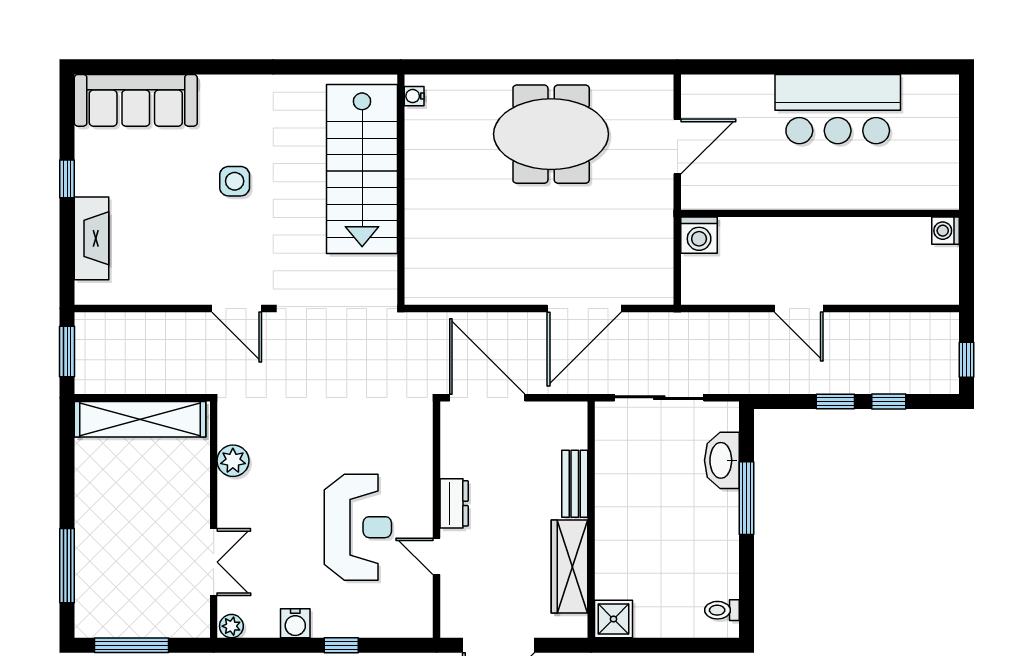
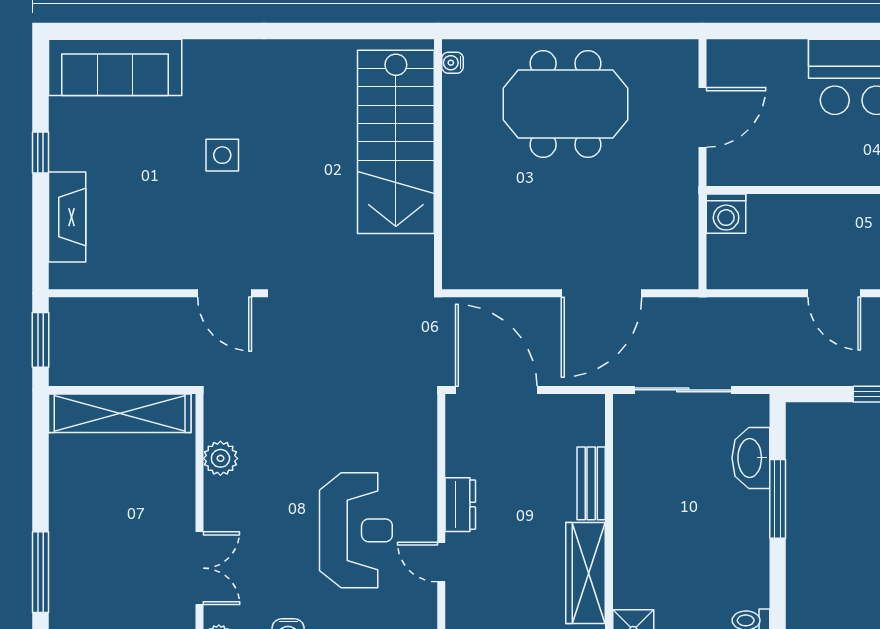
water cooler: (414, 96) -> (453, 63), moved
stairs: (362, 169) -> (396, 142), moved
wall: (401, 190) -> (438, 164), moved

